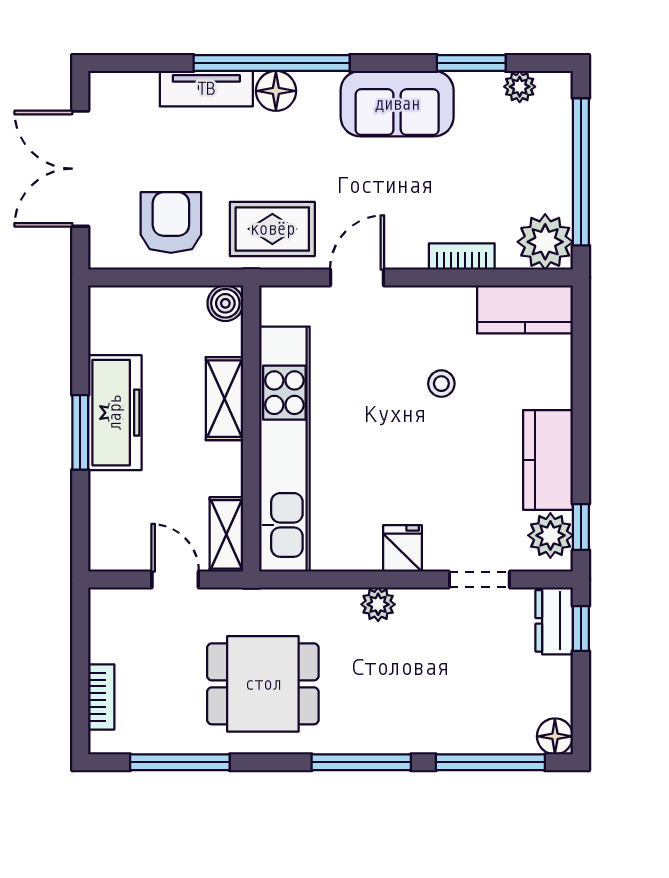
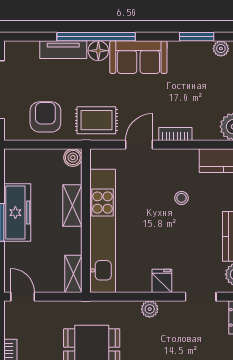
sofa: (397, 104) -> (138, 57), moved
bookcase: (462, 256) -> (175, 134), moved
door: (175, 579) -> (23, 297), moved

